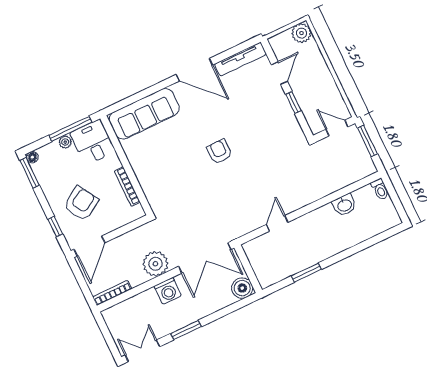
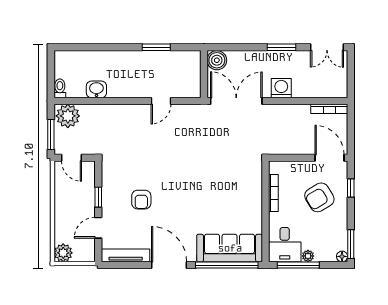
window: (139, 96) -> (227, 265), added
armchair: (219, 152) -> (141, 200), moved
door: (89, 246) -> (330, 158), hinge flipped
plant: (155, 264) -> (68, 116), moved

